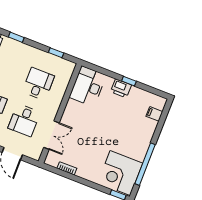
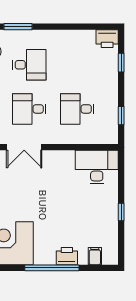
desk: (38, 84) -> (77, 109), turned 180
printer: (121, 88) -> (67, 256), moved, turned 90
window: (145, 164) -> (52, 268), moved

